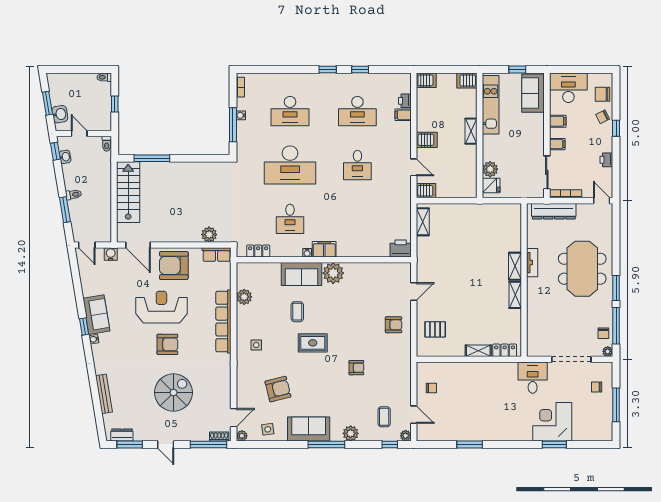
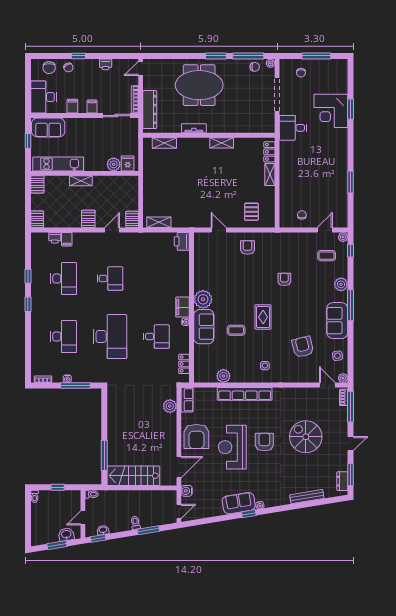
shelving: (515, 266) -> (164, 143), moved

